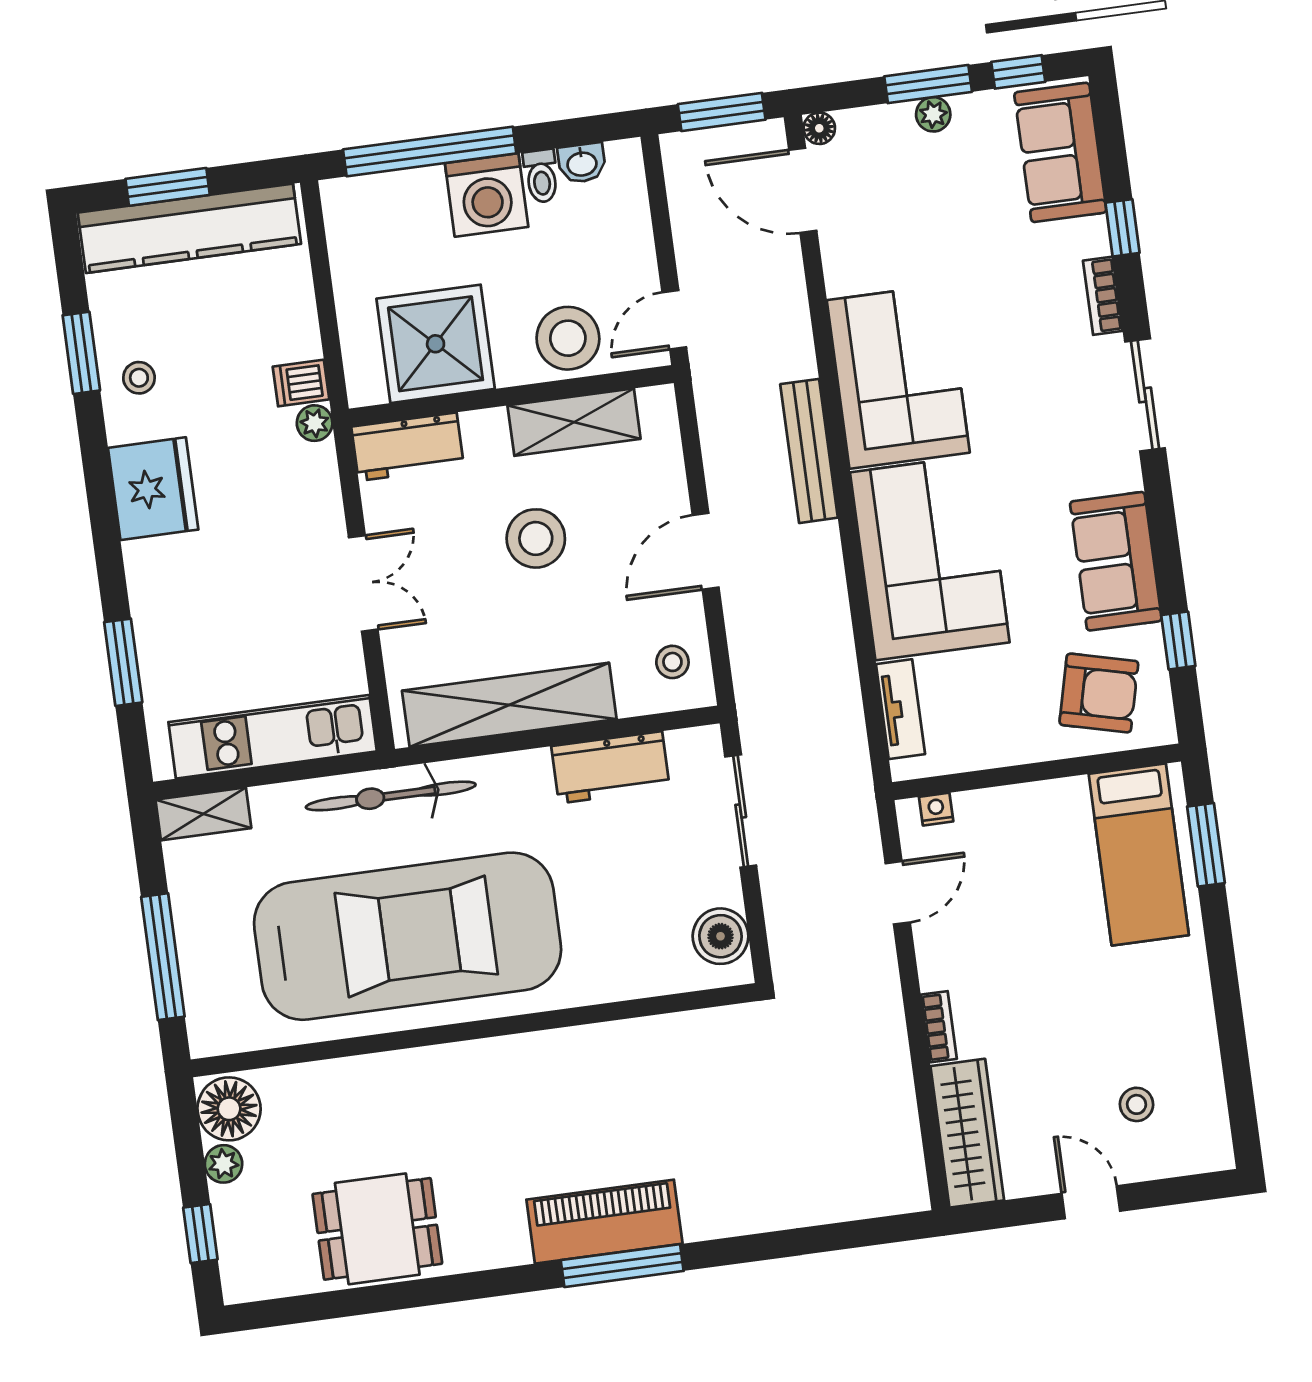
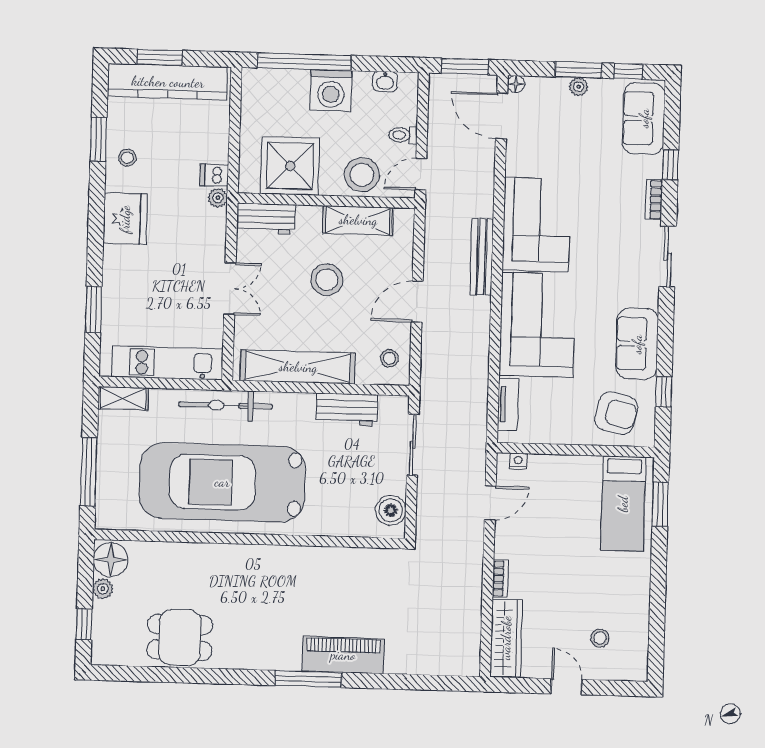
toilet: (541, 176) -> (403, 135), moved, turned 90
car: (408, 936) -> (222, 482), turned 180
piano: (604, 1222) -> (343, 655), moved

